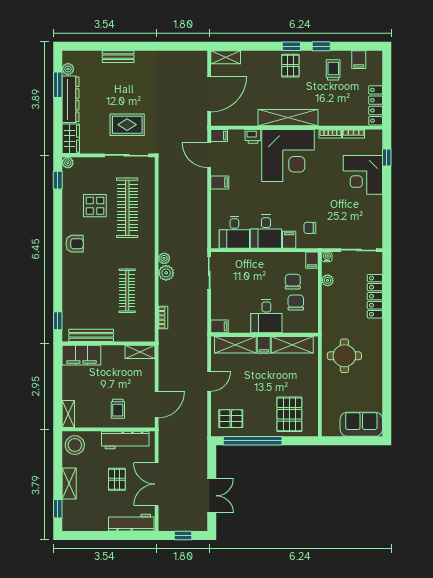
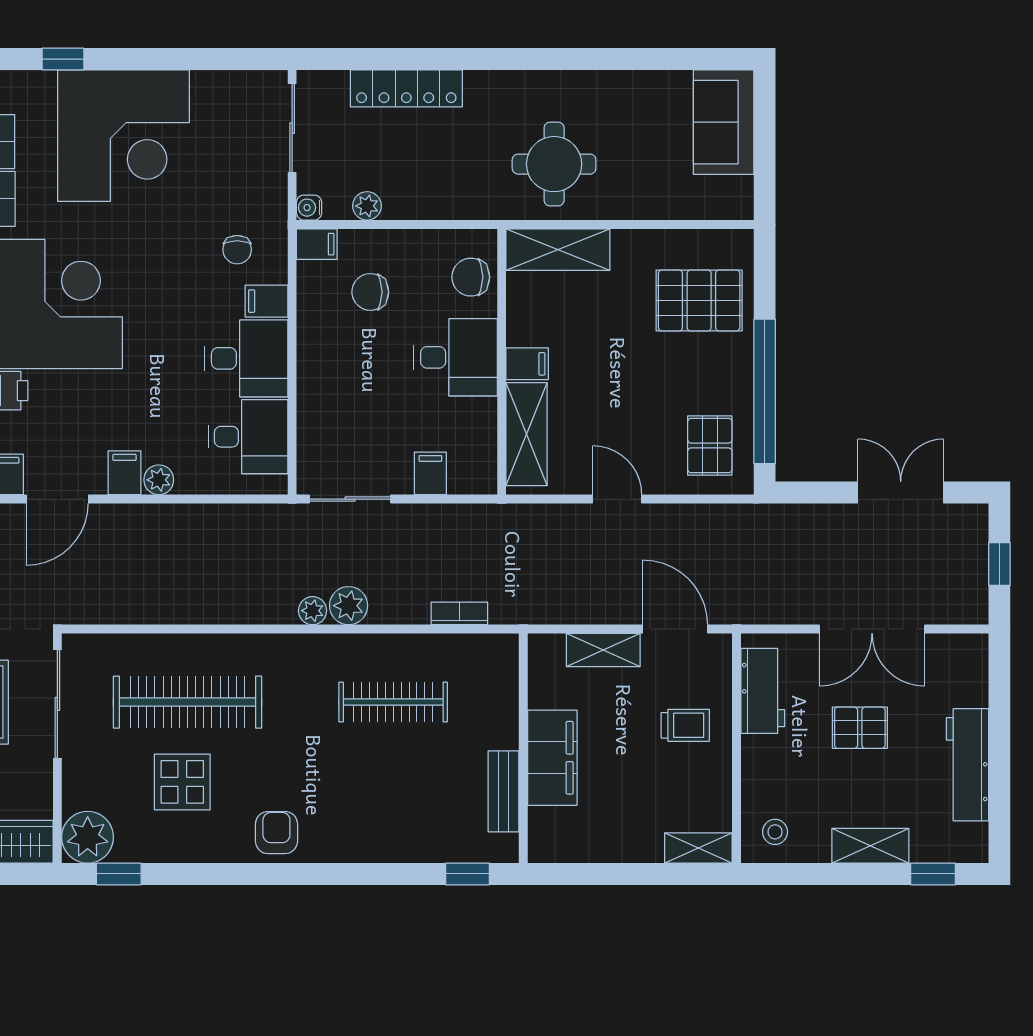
plant: (68, 163) -> (88, 837), width x1.88, depth x1.88
corner desk: (363, 175) -> (123, 136), width x1.36, depth x1.36
plant: (217, 196) -> (159, 480), added
chair: (296, 303) -> (471, 277), moved
filing cabinet: (220, 326) -> (430, 473), moved
bench: (91, 335) -> (504, 791), width x0.73
shelving: (292, 345) -> (558, 250), moved, turned 90
shelving: (140, 352) -> (603, 650), moved, turned 90
filing cabinet: (81, 355) -> (552, 758), moved
workbench: (125, 440) -> (763, 691), width x0.73
stool: (75, 445) -> (775, 832), width x0.53, depth x0.53
workbench: (131, 523) -> (967, 765), moved

